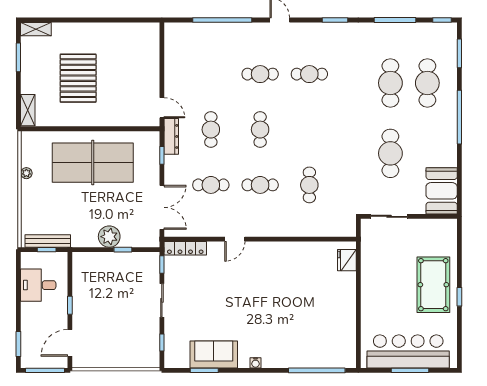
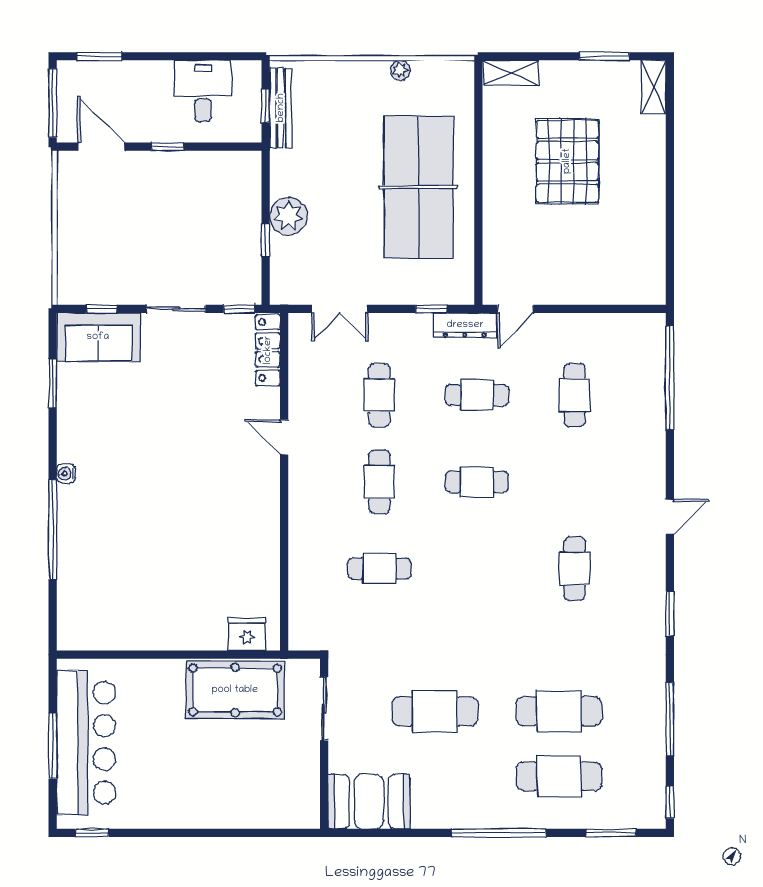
window: (222, 20) -> (670, 378), moved
cafe table: (260, 74) -> (575, 395), moved
pallet: (78, 78) -> (567, 161), turned 90
double door: (162, 207) -> (340, 309), width x0.73
pool table: (433, 285) -> (235, 690), moved
window: (459, 297) -> (92, 833), moved
sofa: (214, 354) -> (98, 337), moved, turned 90
window: (317, 370) -> (53, 530), moved

